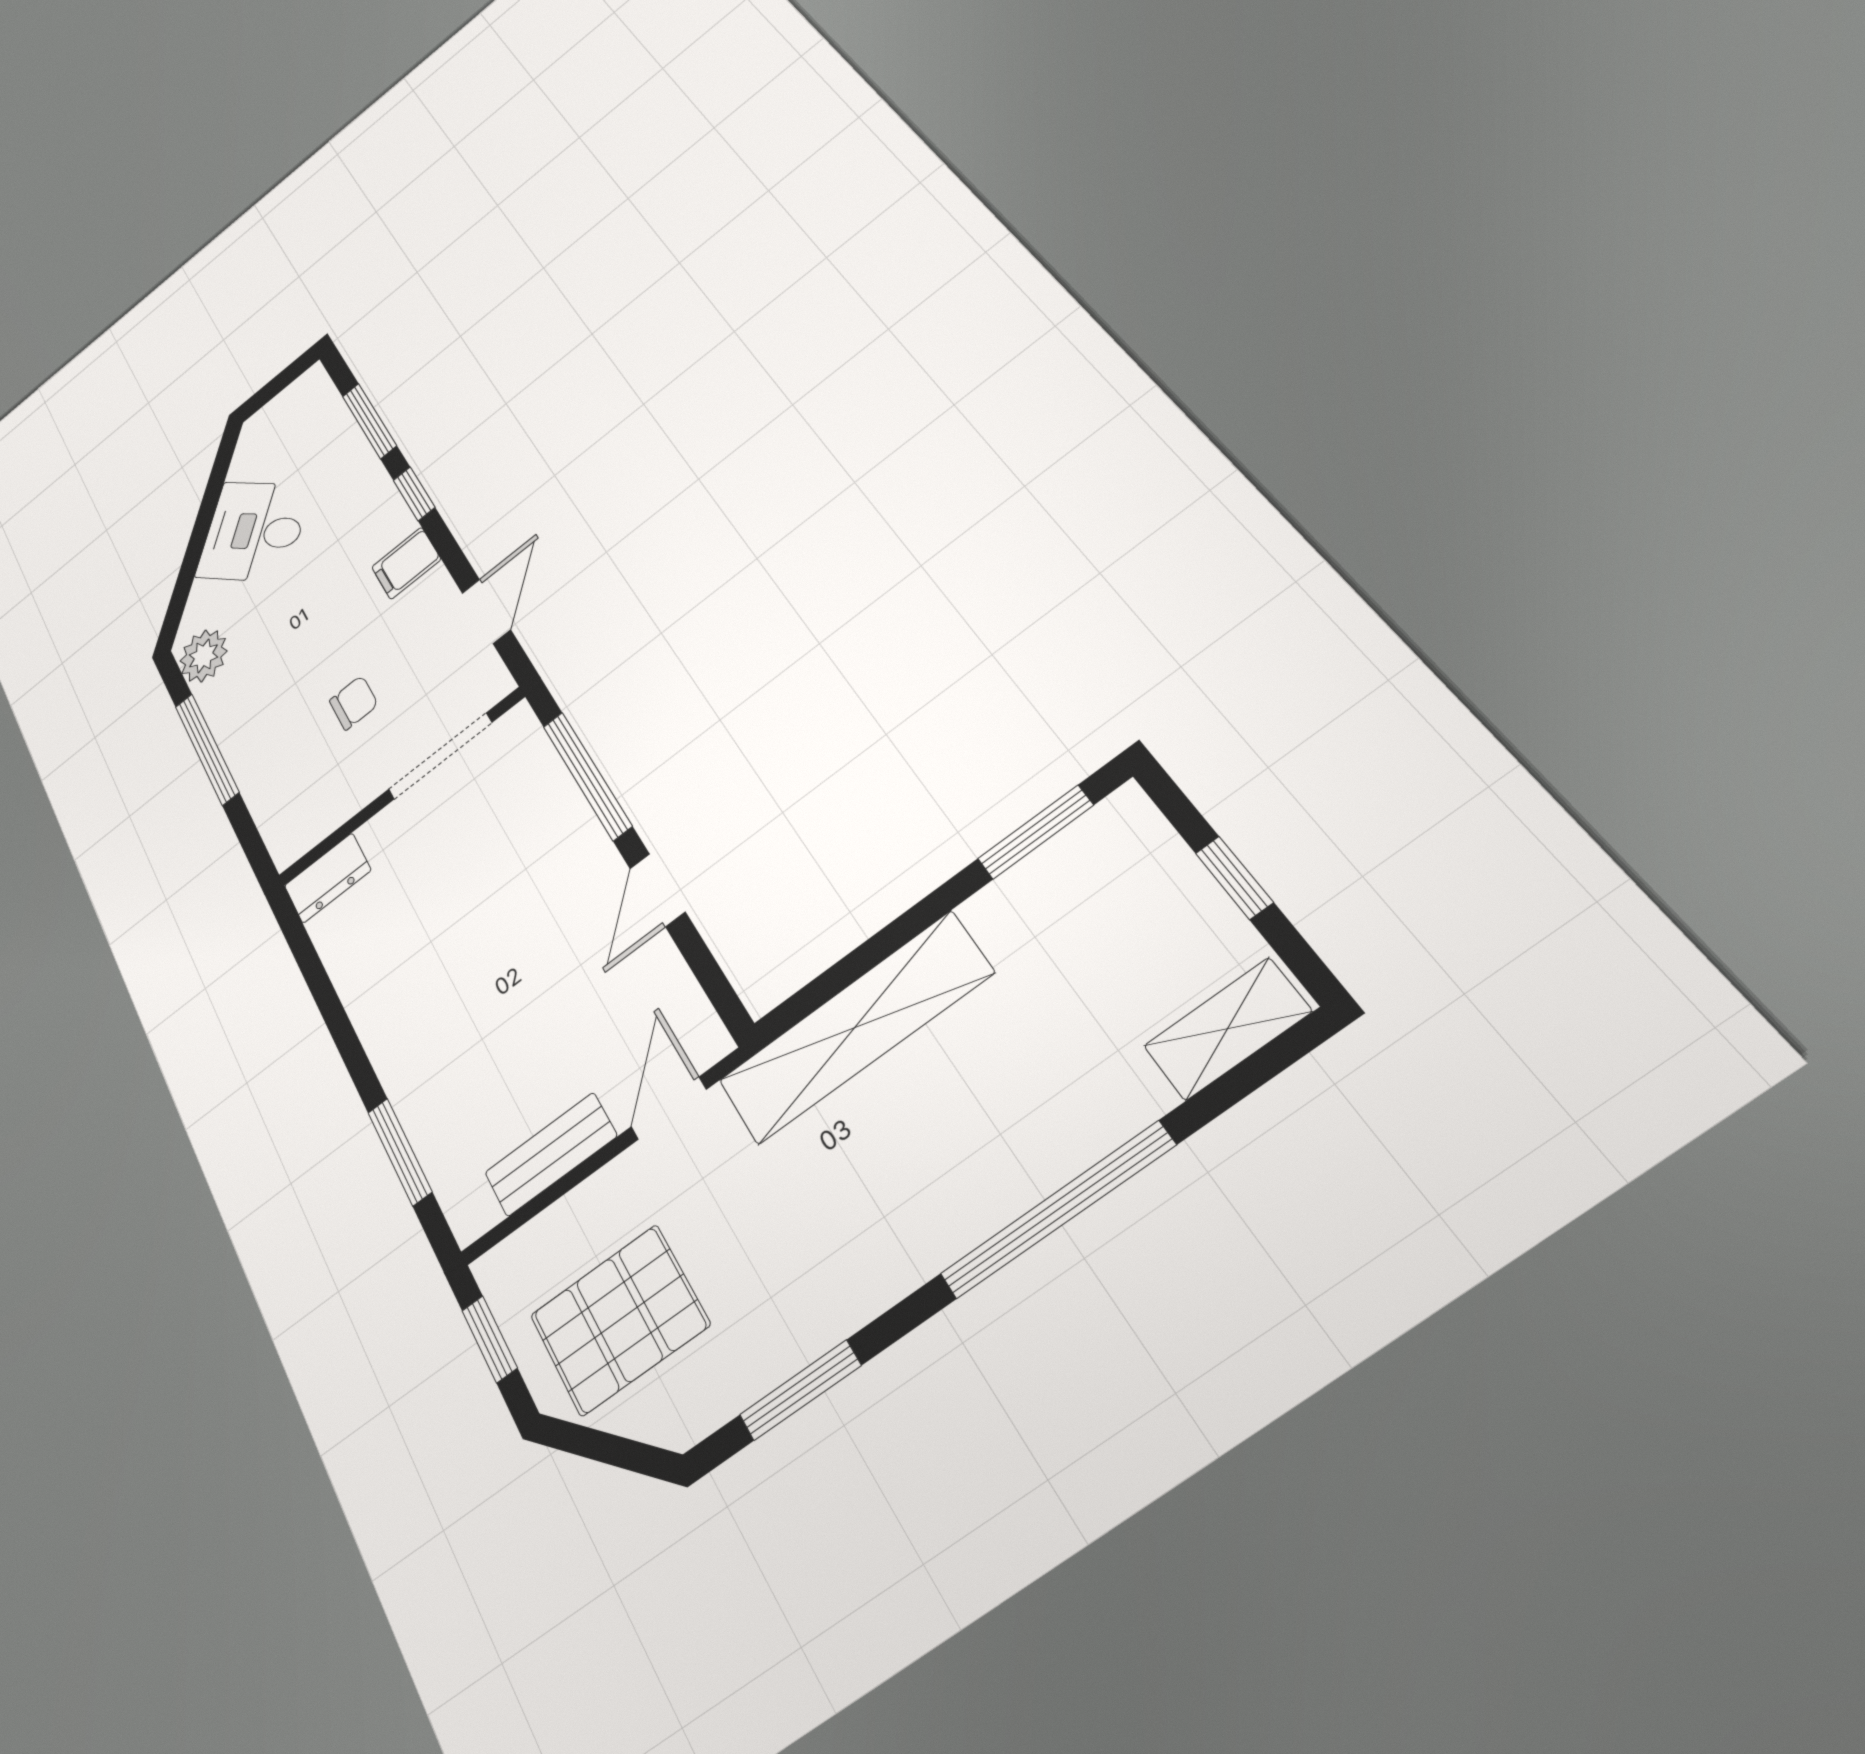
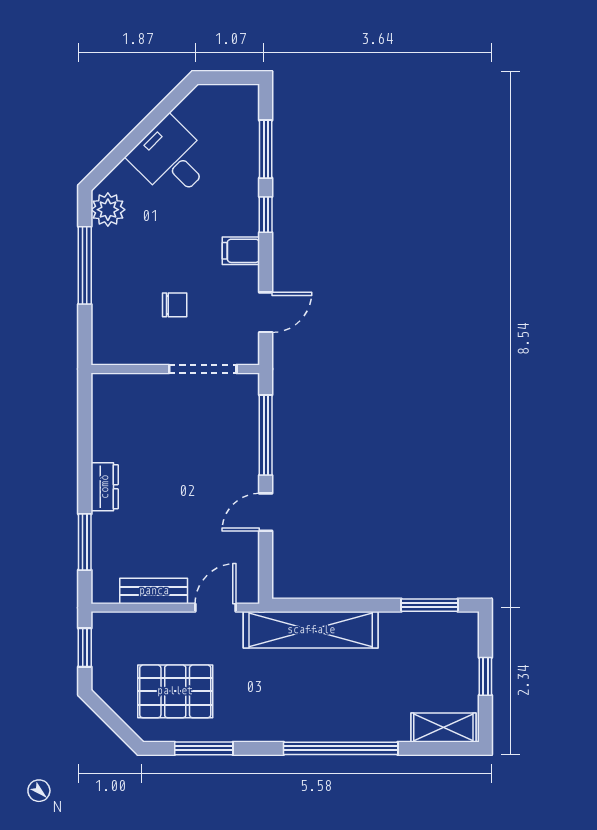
dresser: (328, 878) -> (105, 487), moved, turned -90
pallet: (619, 1320) -> (175, 691), moved

